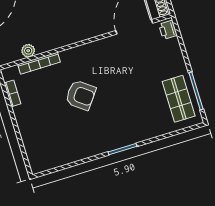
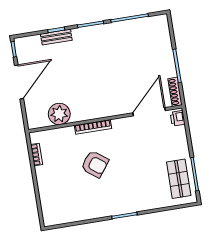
plant: (28, 51) -> (59, 114), width x1.88, depth x1.88
bookcase: (39, 63) -> (93, 127), moved

